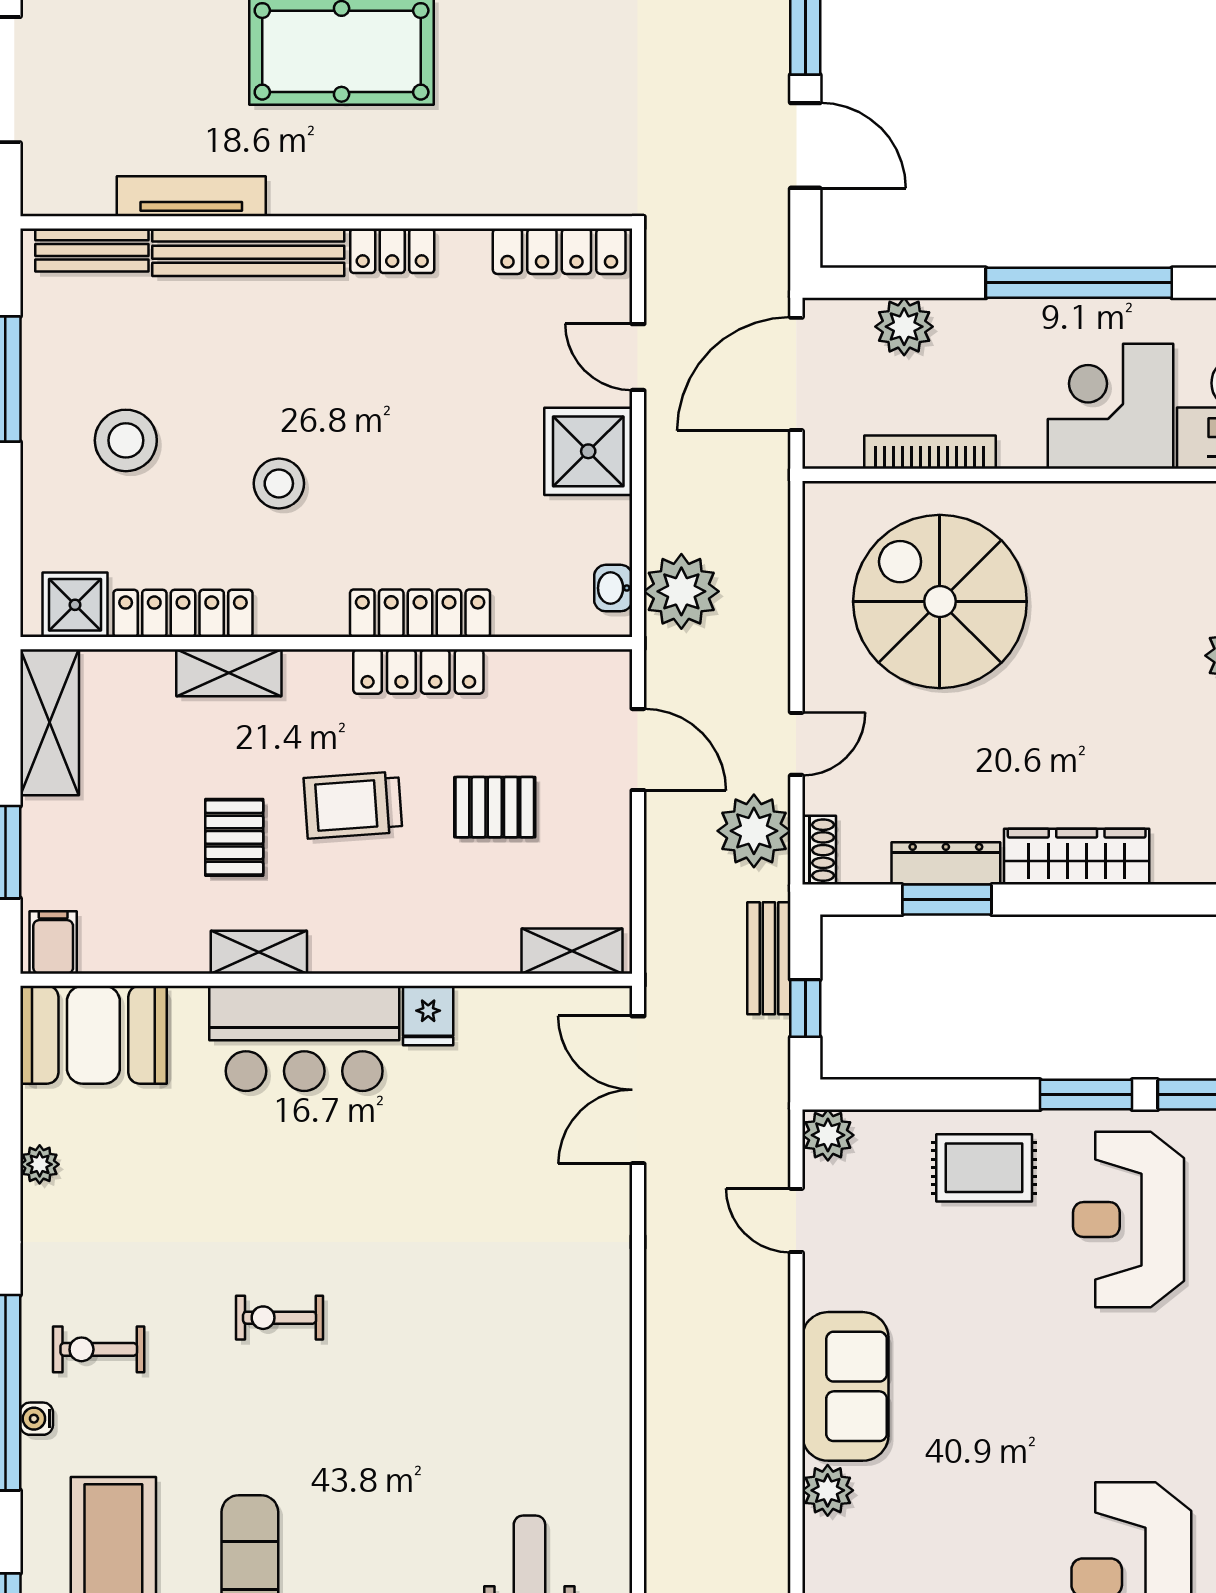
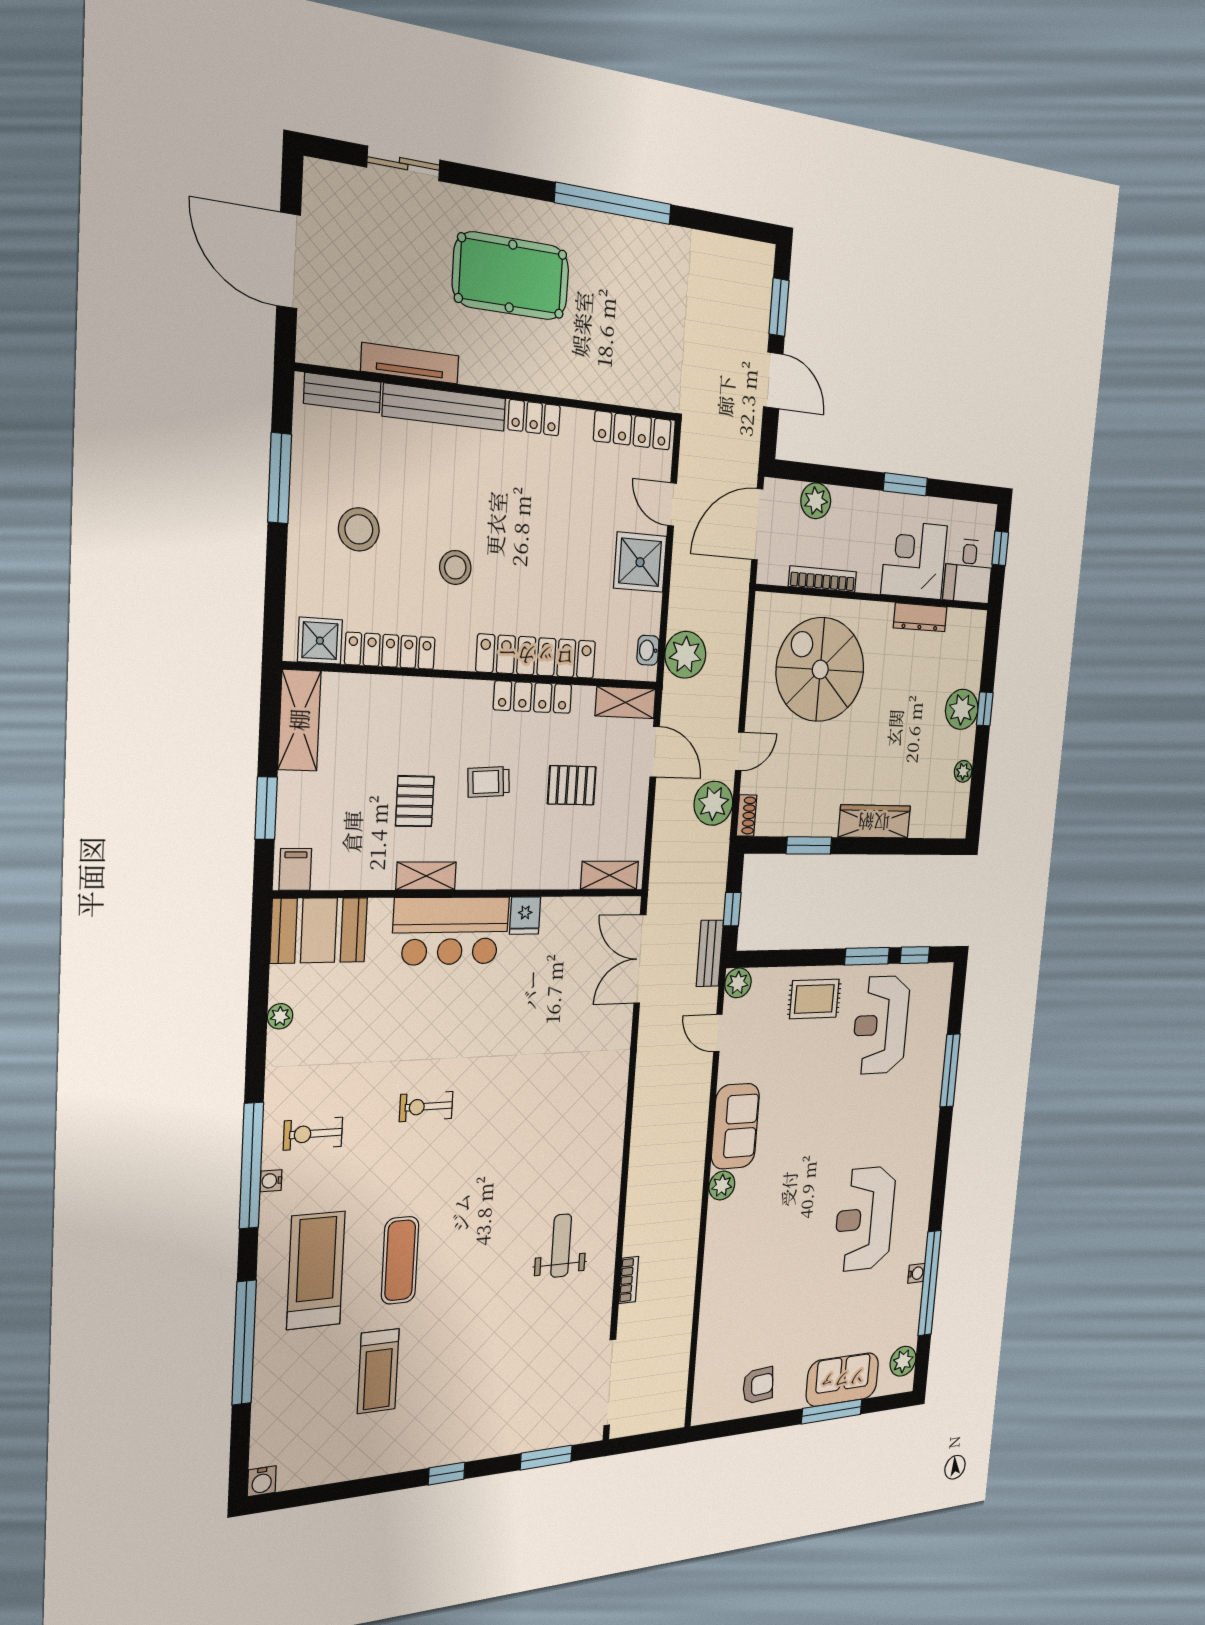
window: (1079, 283) -> (905, 484), width x0.47
locker: (420, 613) -> (536, 656), width x1.41, depth x1.21
shelving: (229, 673) -> (626, 703), moved
trolley: (353, 805) -> (489, 782), width x0.73, depth x0.72
dresser: (946, 863) -> (920, 617), moved, turned 180
bench: (769, 958) -> (710, 953), moved

